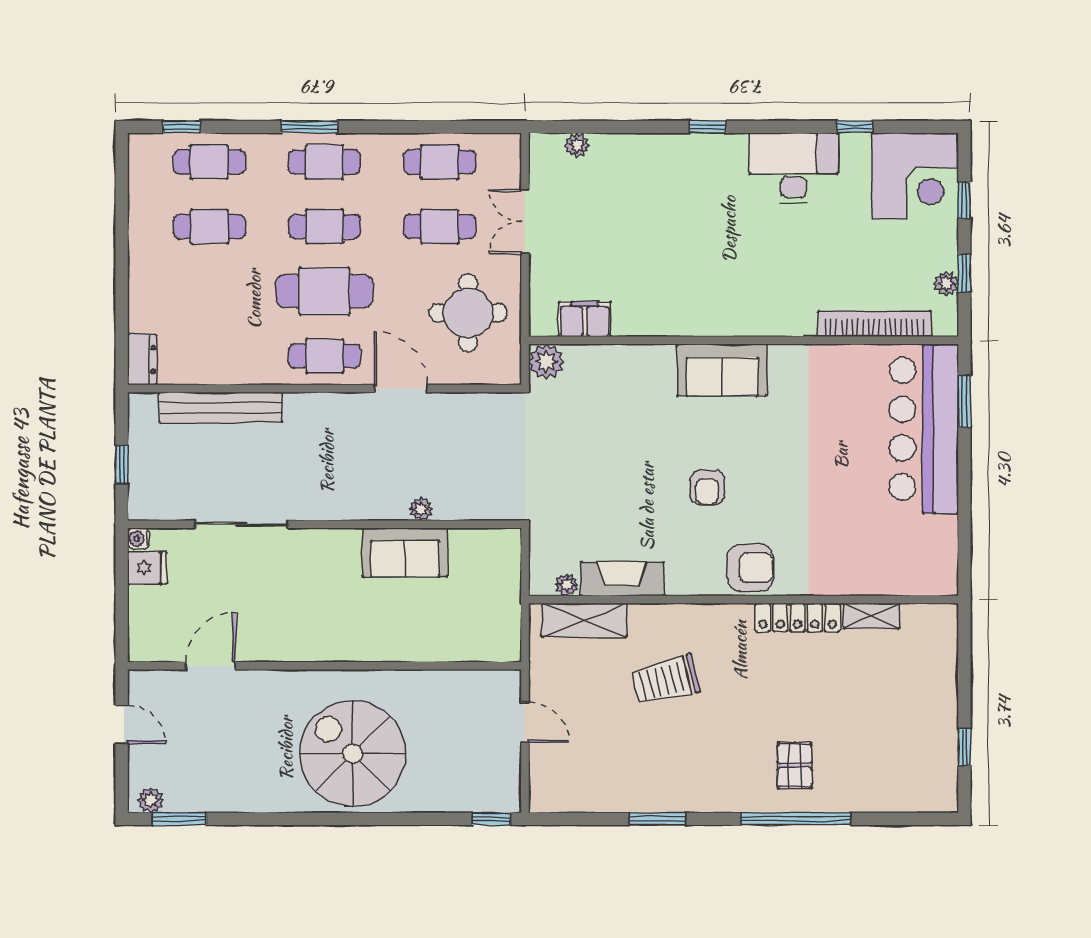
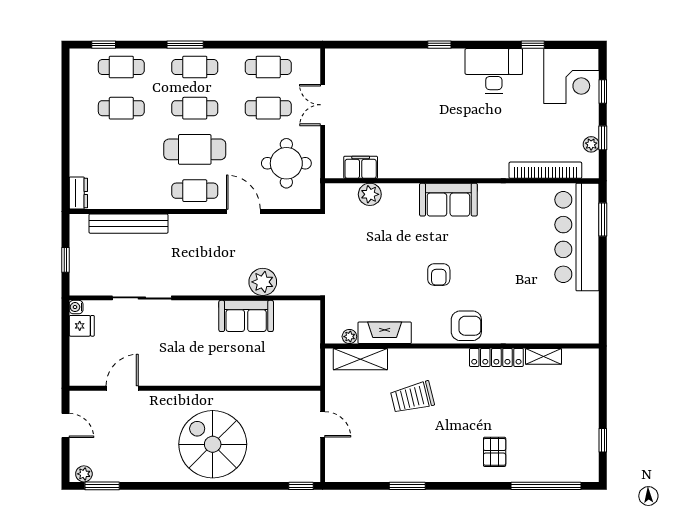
plant: (577, 145) -> (356, 56), removed
plant: (546, 362) -> (370, 194), moved
plant: (421, 509) -> (263, 282), width x1.87, depth x1.87
window: (796, 819) -> (546, 486), moved

